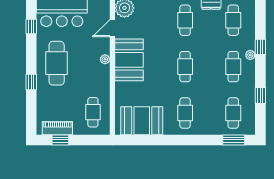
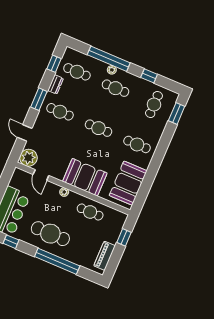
window: (260, 47) -> (109, 59), width x3.17
booth: (129, 60) -> (85, 177), moved
window: (31, 82) -> (57, 261), width x3.17
cafe table: (93, 112) -> (90, 212), moved
cafe table: (233, 113) -> (154, 105), turned 90
window: (60, 140) -> (124, 237), moved

